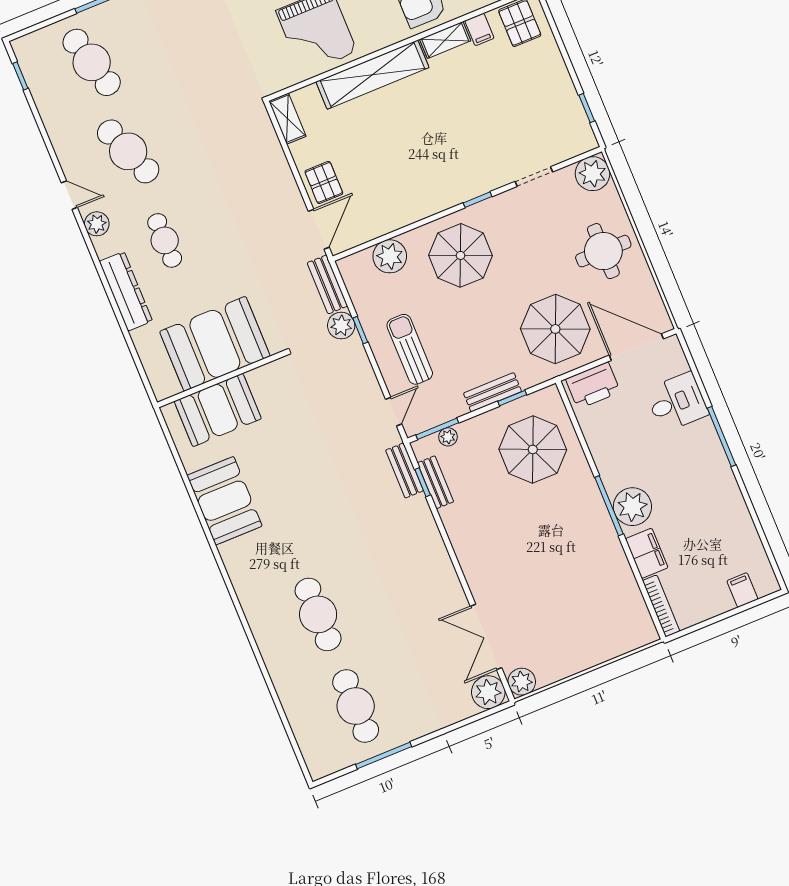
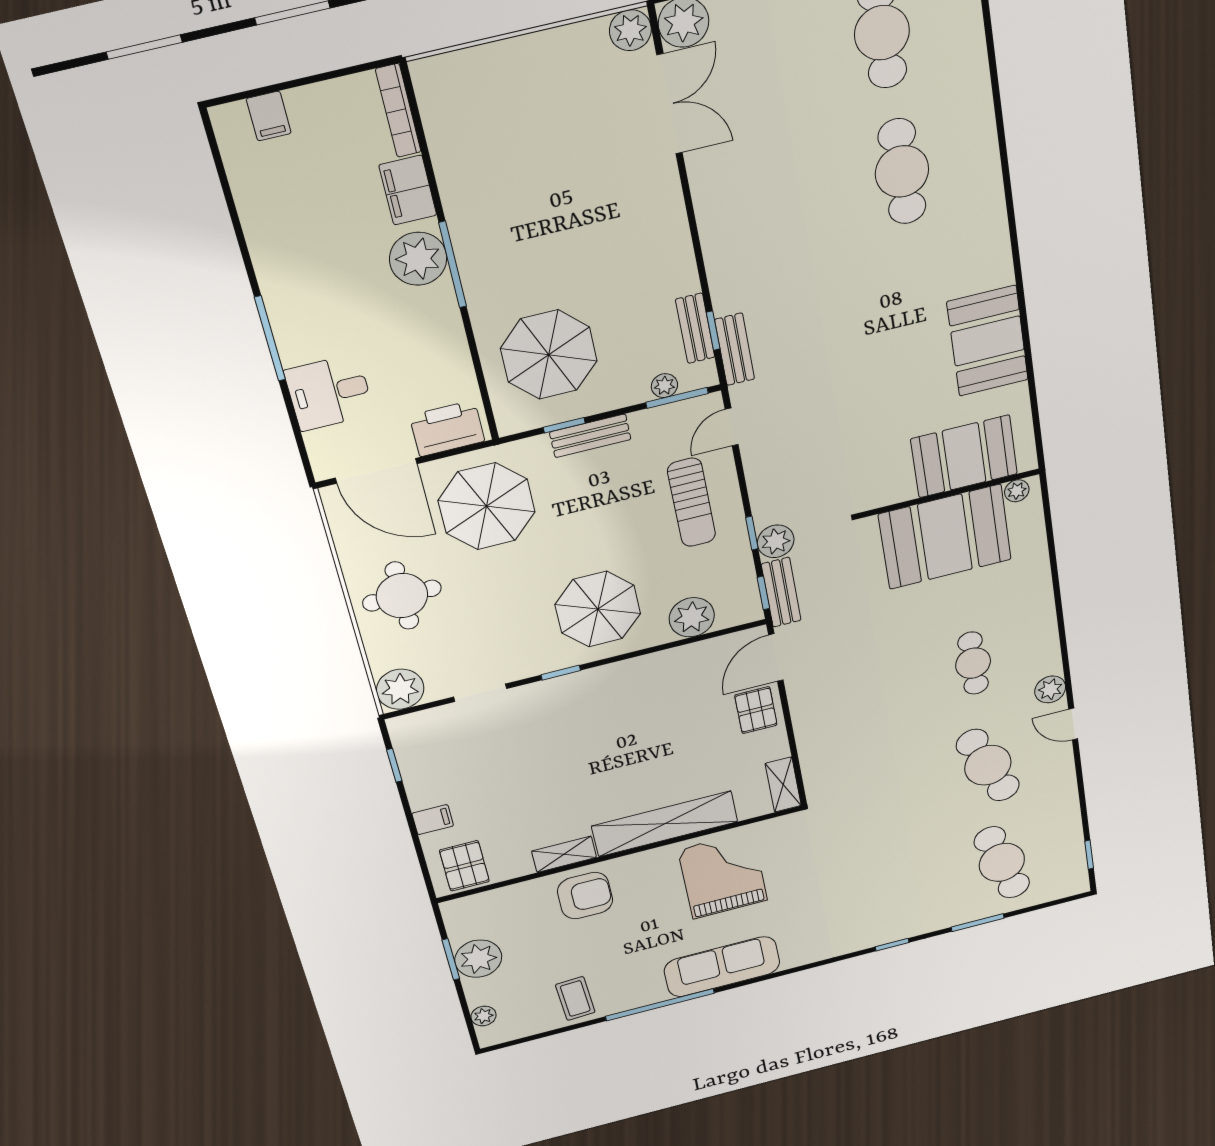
filing cabinet: (479, 29) -> (433, 820), moved, turned 90
window: (341, 282) -> (763, 593), added
dresser: (126, 291) -> (1038, 610), removed
plant: (170, 387) -> (1017, 491), added

